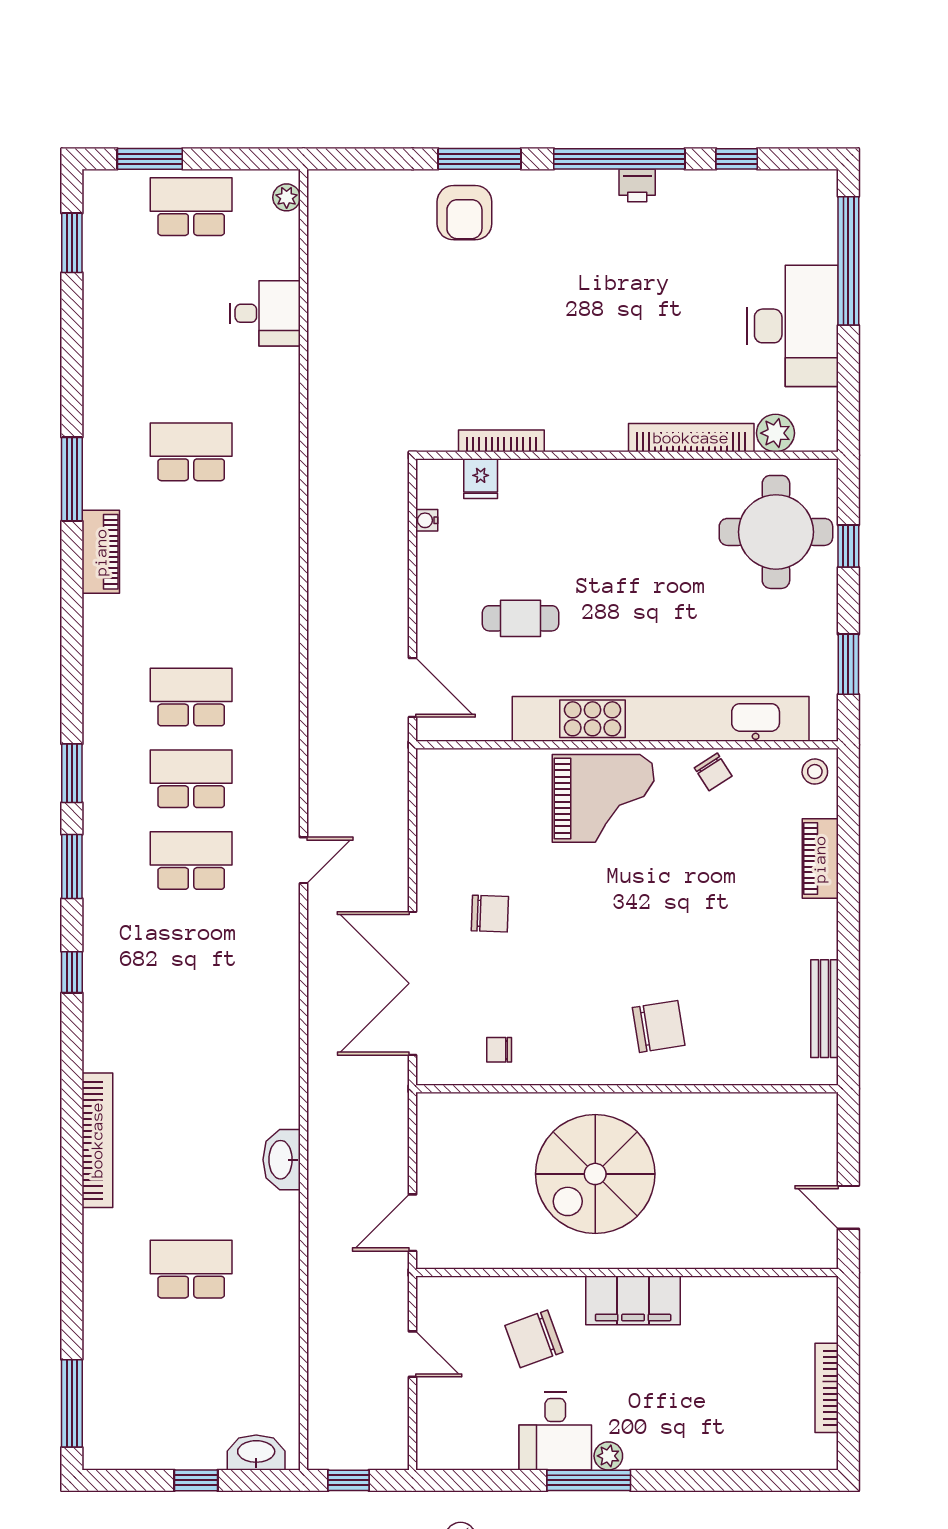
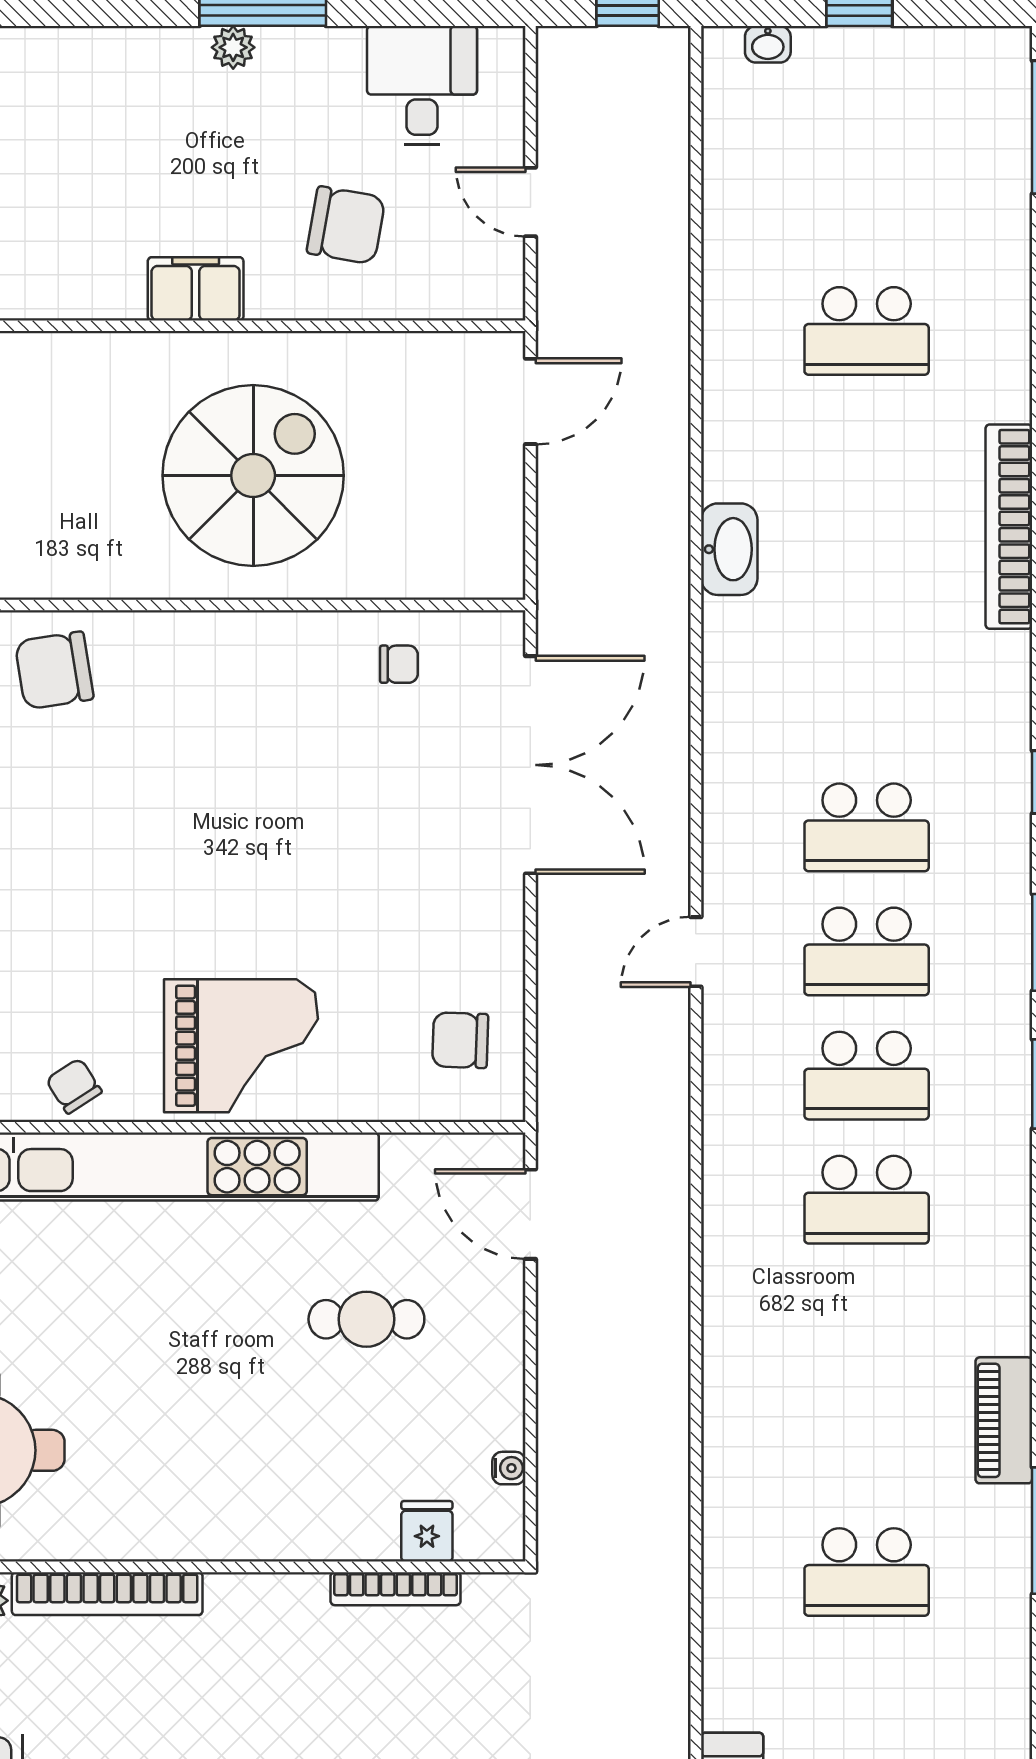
grand piano: (603, 798) -> (241, 1046), turned 180
chair: (490, 914) -> (460, 1040), moved
school desk: (191, 942) -> (867, 827), added
chair: (659, 1026) -> (54, 670), moved
washbasin: (282, 1160) -> (729, 549), moved
filing cabinet: (633, 1300) -> (196, 289), width x0.67, depth x0.86
chair: (534, 1339) -> (346, 225), turned 30
desk: (555, 1431) -> (422, 85), moved
washbasin: (256, 1453) -> (768, 44), width x0.52, depth x0.69

